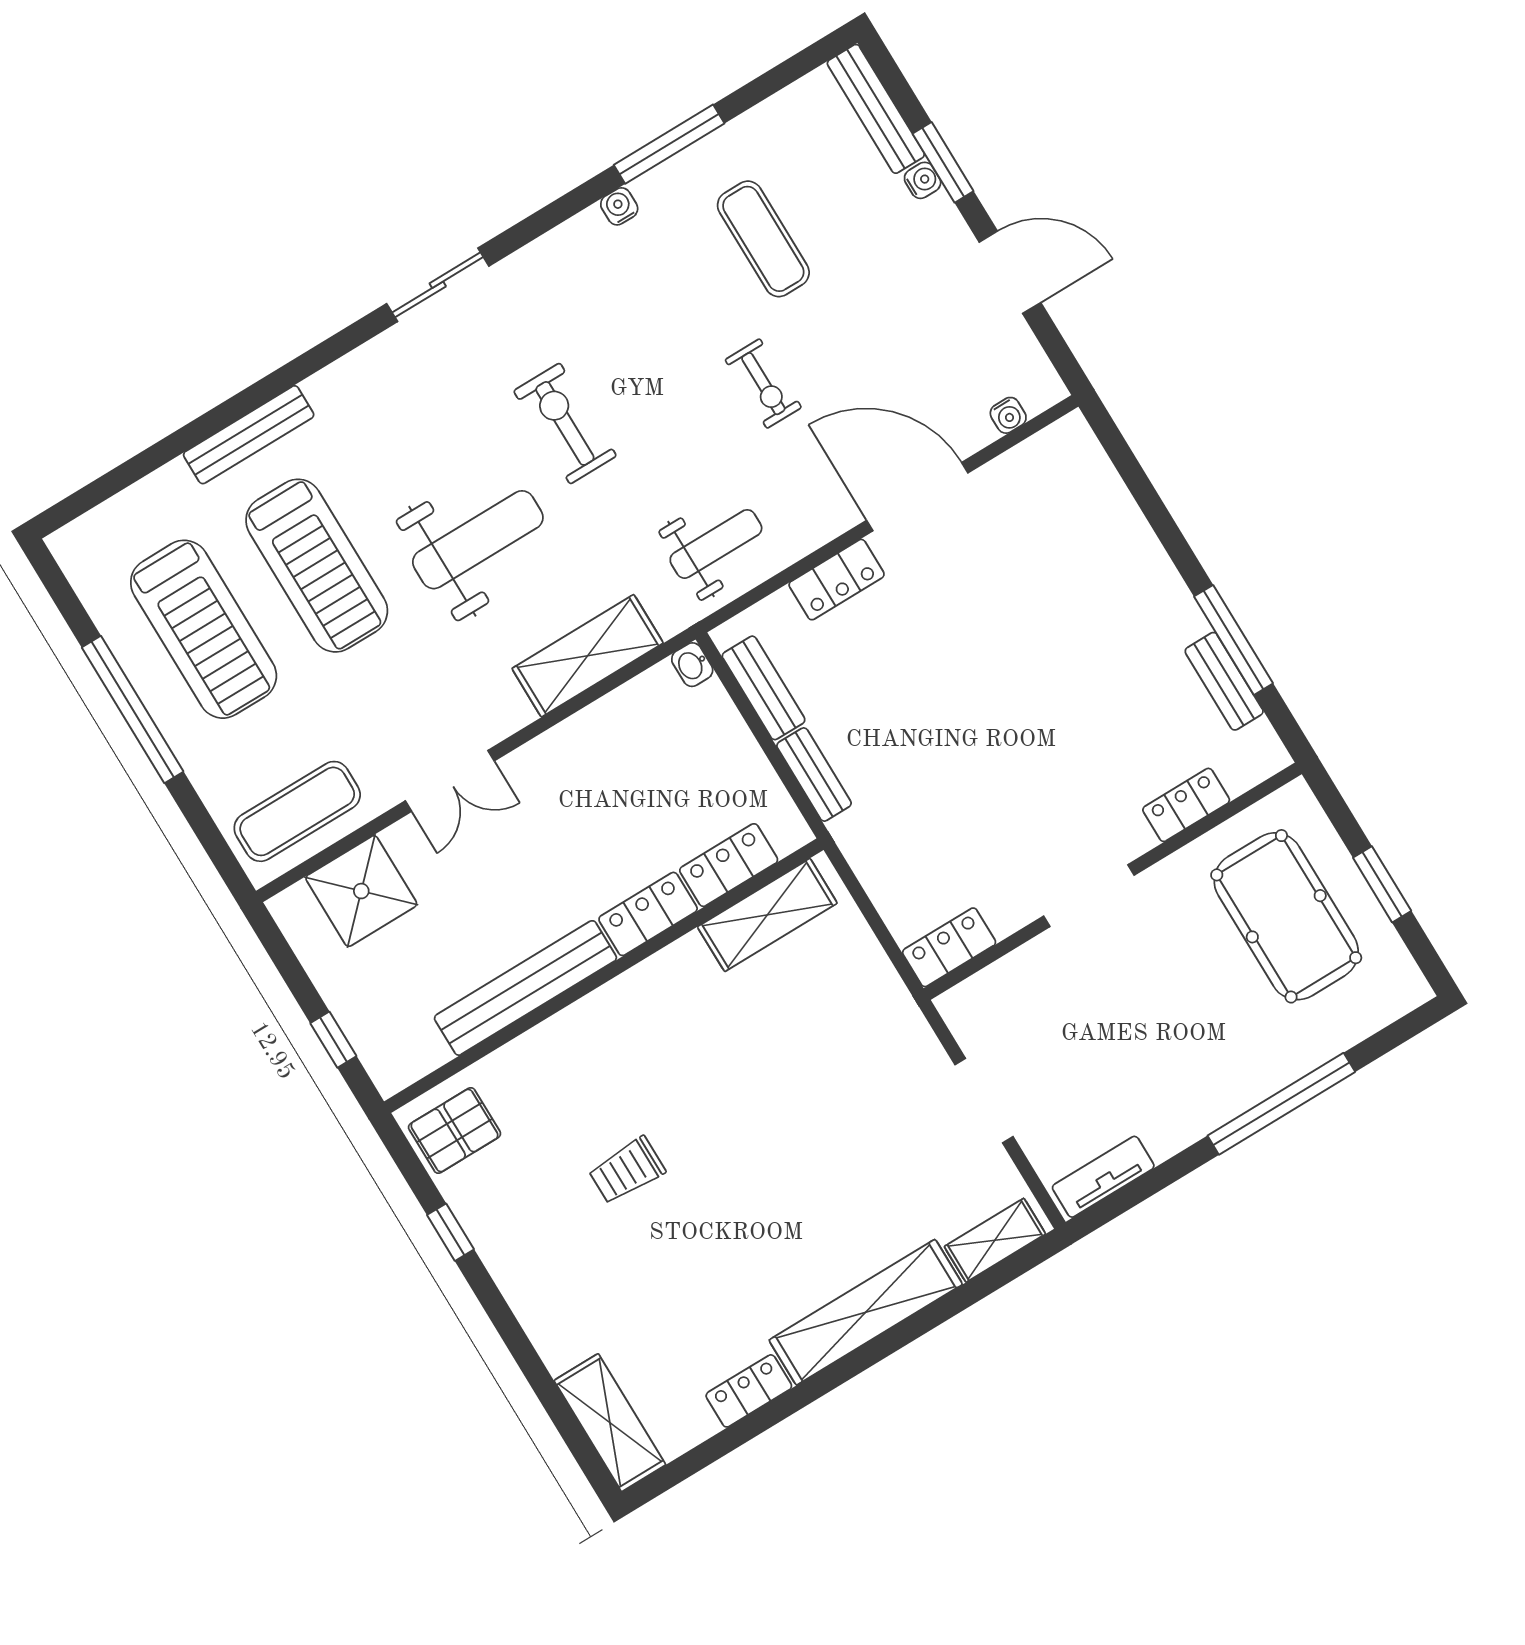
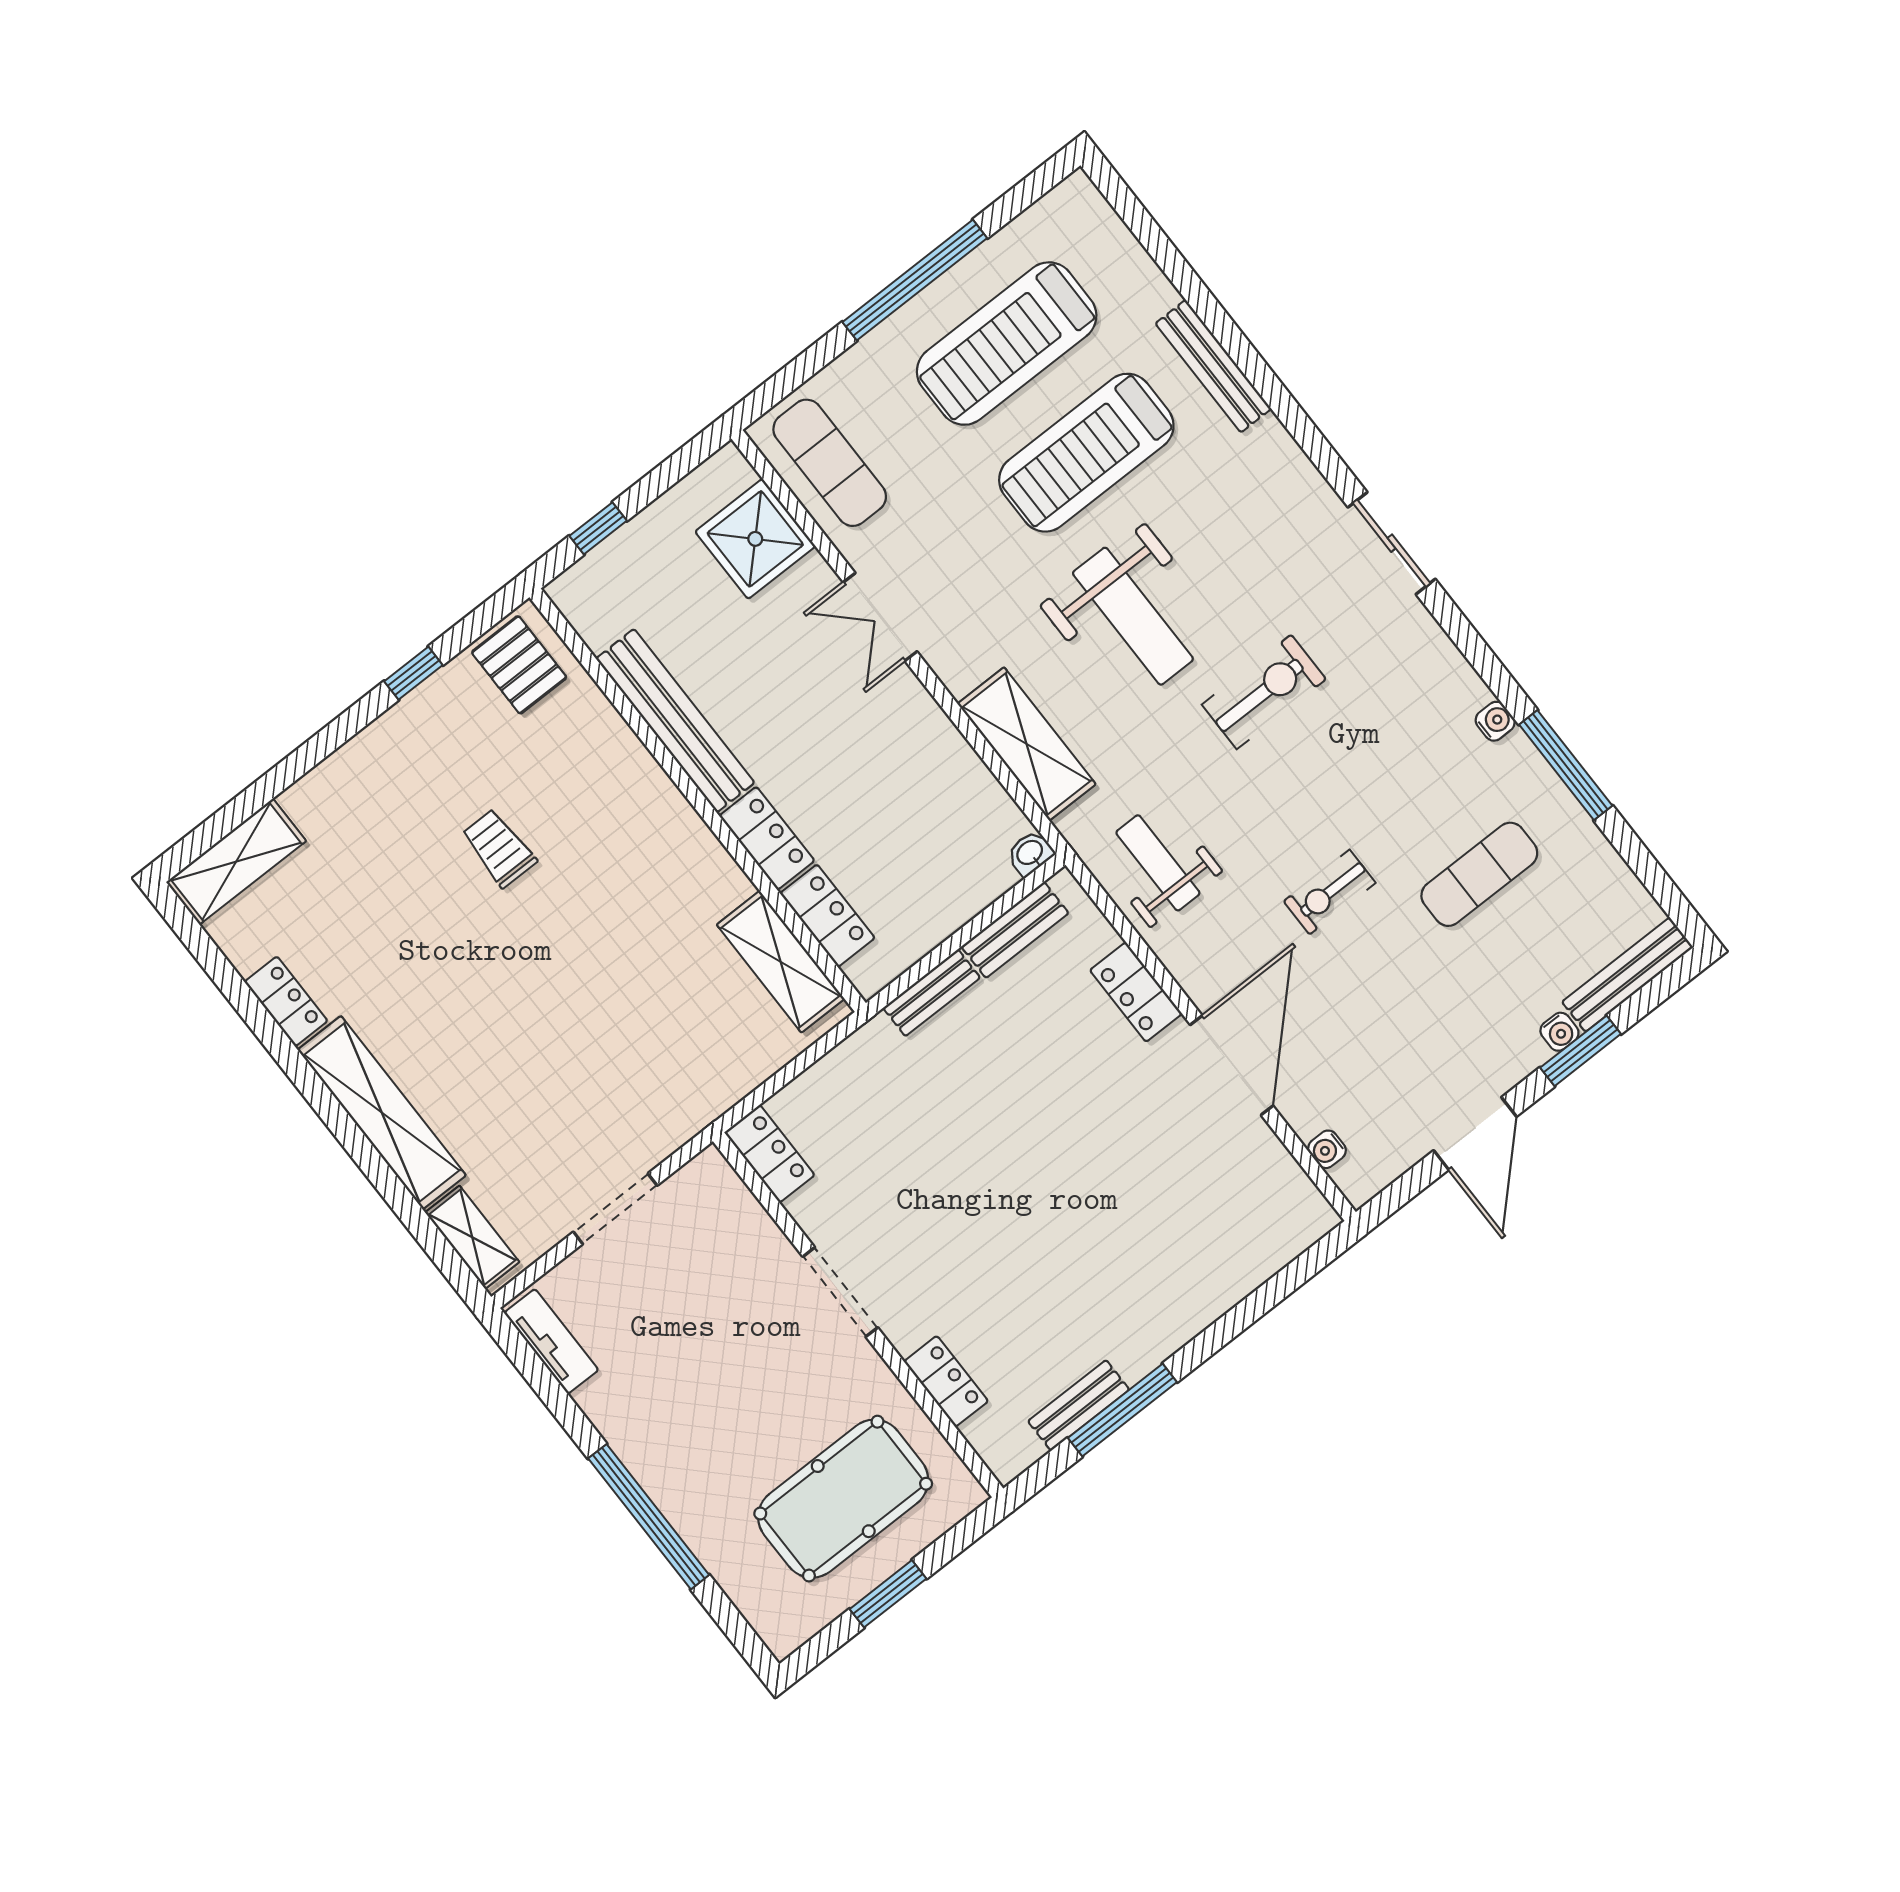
weight bench: (716, 544) -> (1158, 863), turned 180

